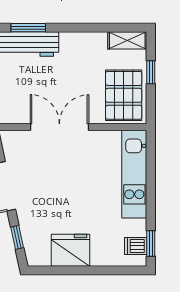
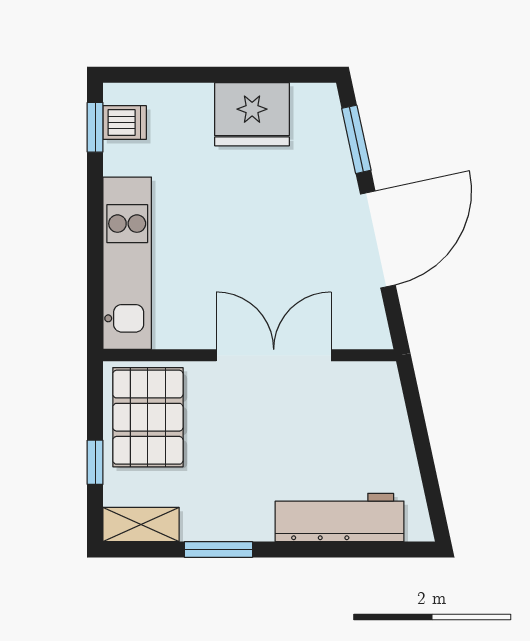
window: (28, 28) -> (218, 549), moved
double door: (59, 127) -> (274, 355), swing flipped
window: (17, 237) -> (356, 139), width x1.50

